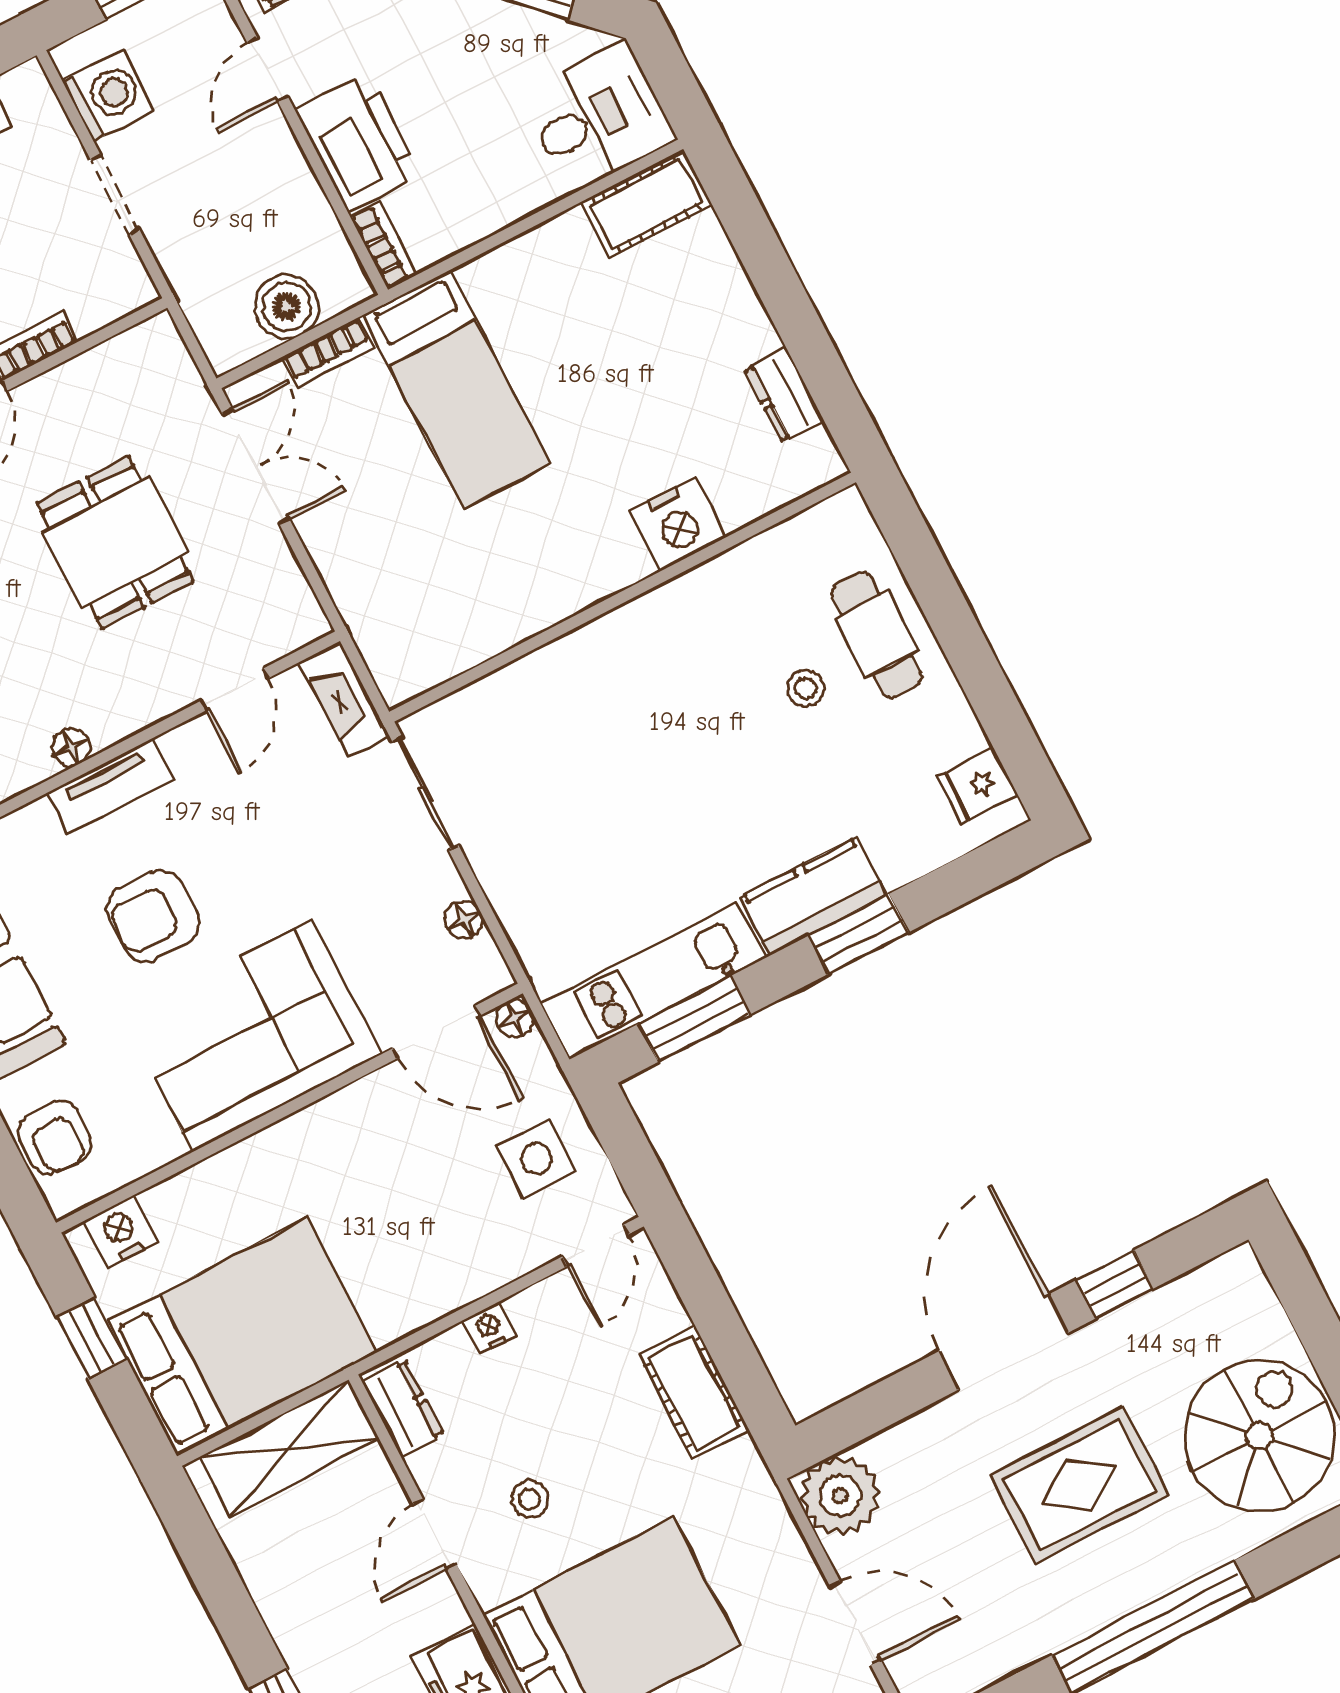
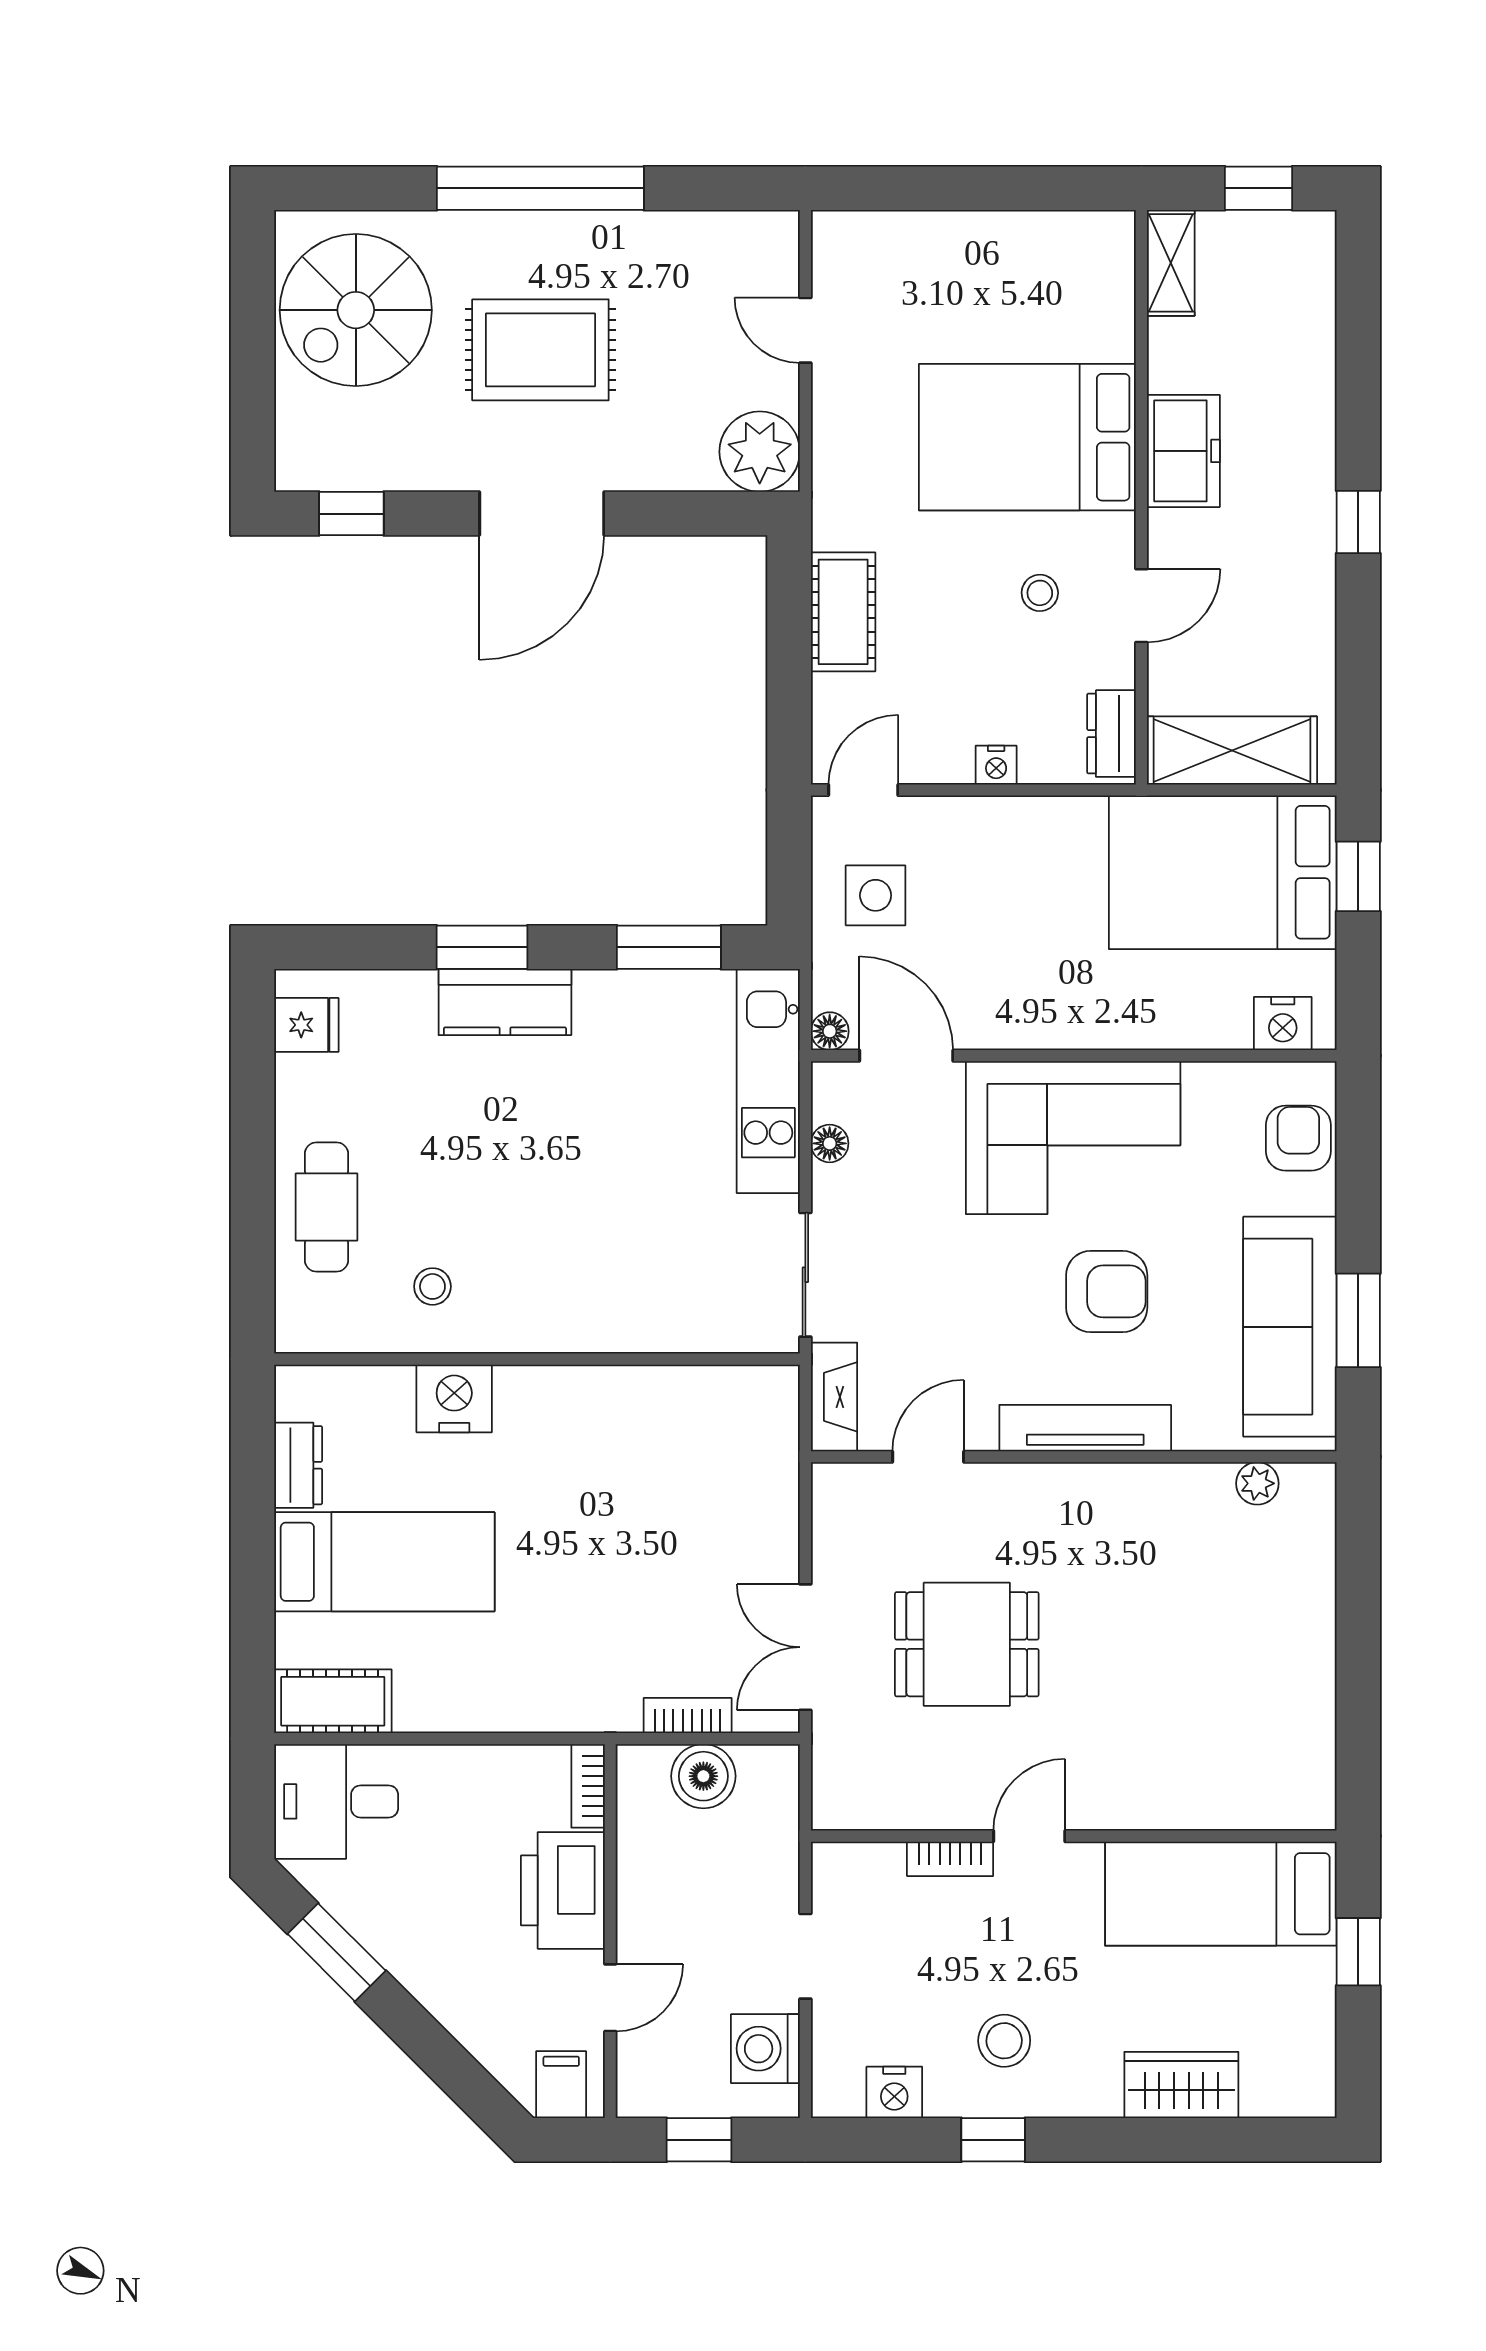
bed: (456, 389) -> (384, 1562), moved, turned 90
dining table: (115, 542) -> (967, 1644), turned 90
stool: (806, 688) -> (432, 1286), moved
floor lamp: (71, 747) -> (1102, 1481), removed
tv unit: (110, 786) -> (1085, 1428), width x1.41
kitchen unit: (653, 981) -> (768, 1081), moved, turned 90
window: (1115, 1284) -> (351, 514), moved
window: (92, 1338) -> (1358, 876), moved
door: (855, 1623) -> (805, 330), width x0.73

